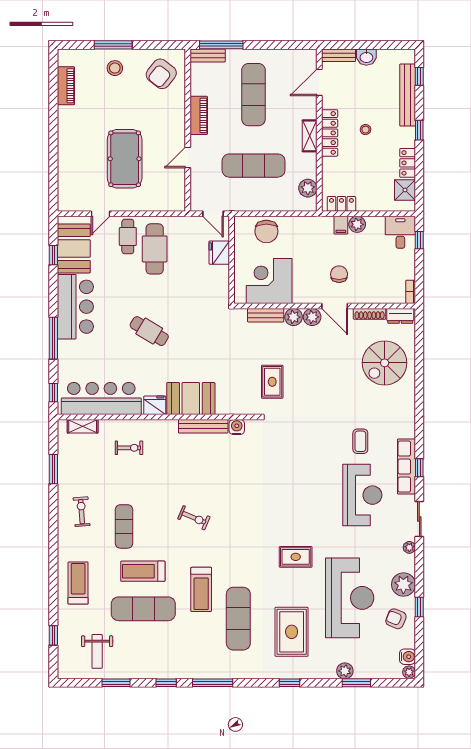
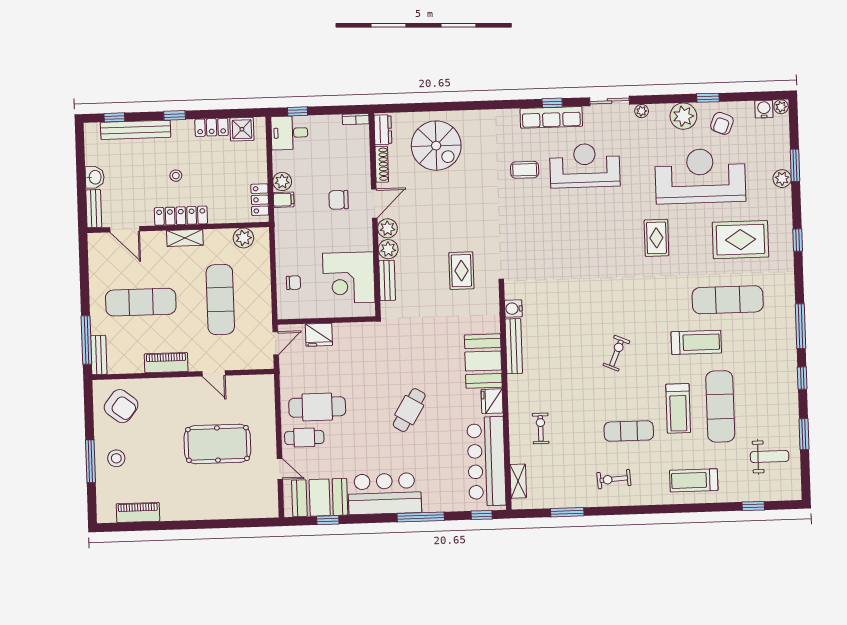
chair: (266, 231) -> (293, 283), width x0.54, depth x0.54
rug: (272, 382) -> (461, 271), turned 90

